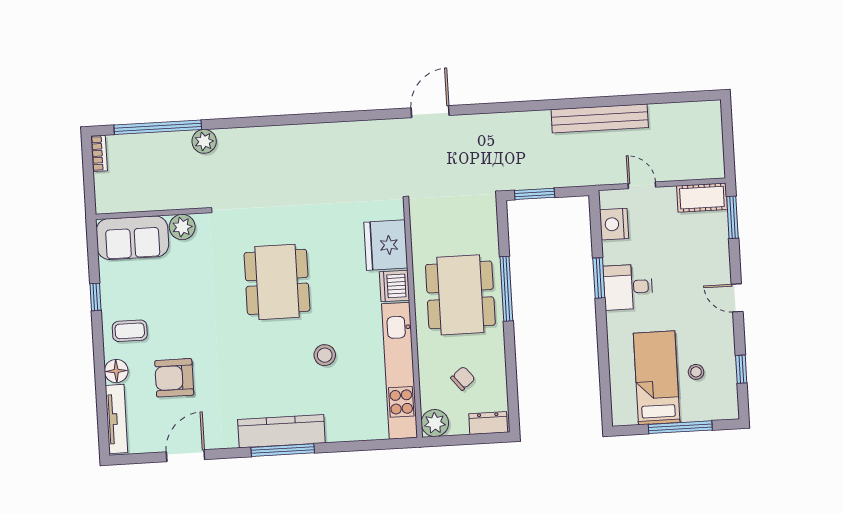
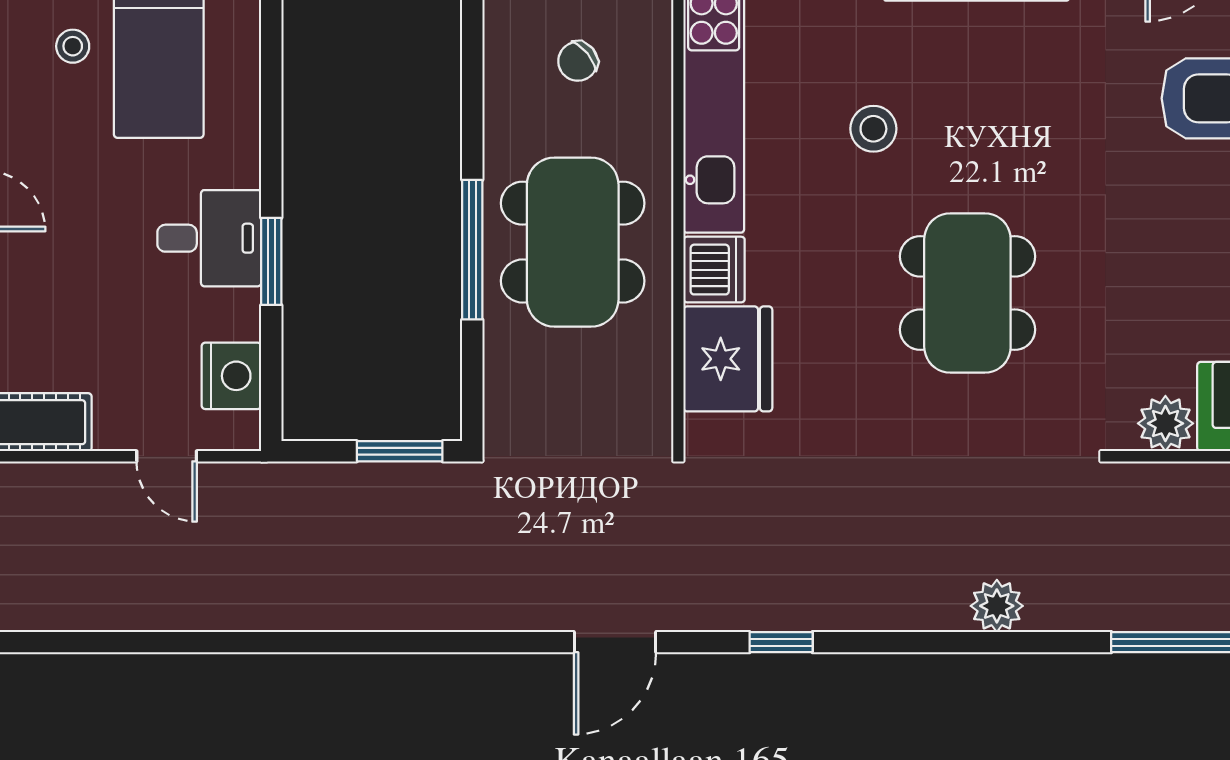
window: (354, 116) -> (781, 642), added
bench: (600, 118) -> (249, 606), removed
plant: (204, 141) -> (997, 606), moved

